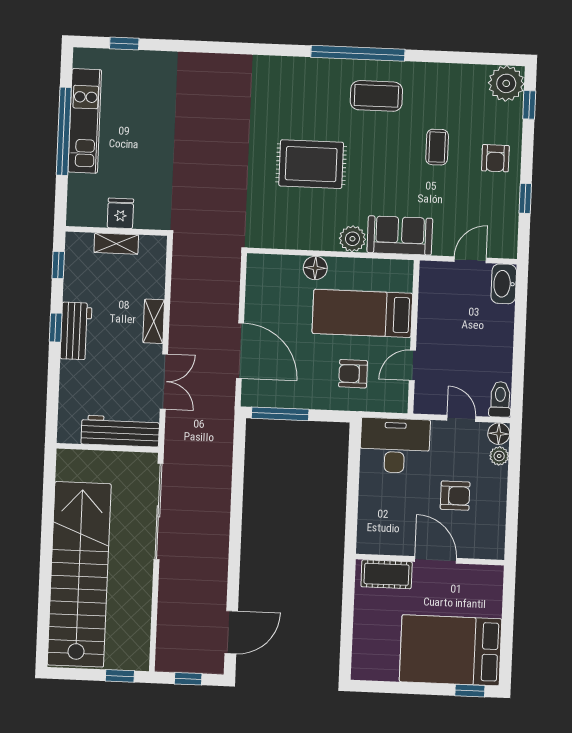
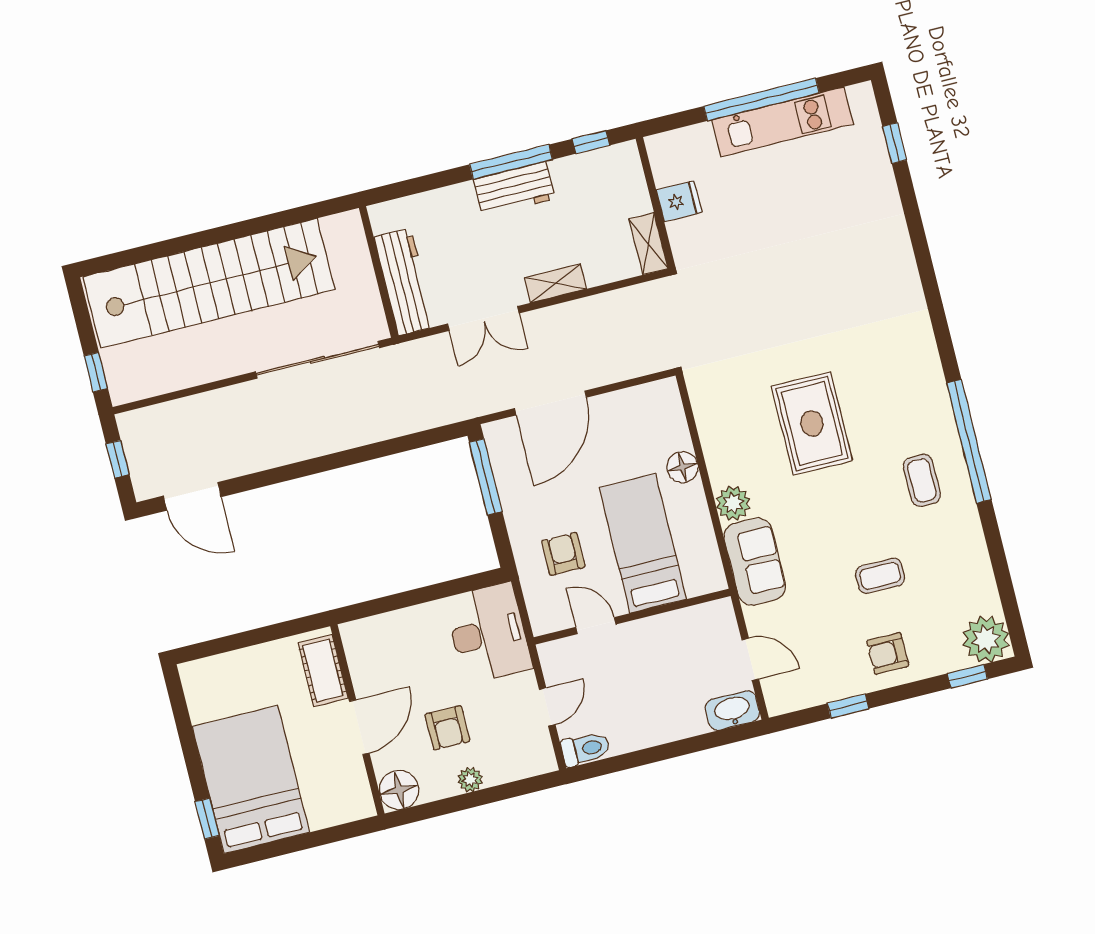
coffee table: (376, 96) -> (922, 480), width x0.73, depth x0.77
shelving: (116, 244) -> (649, 244), moved
window: (56, 328) -> (511, 162), width x2.17
floor lamp: (499, 434) -> (399, 790), moved, width x1.38, depth x1.38
plant: (499, 456) -> (470, 779), moved

